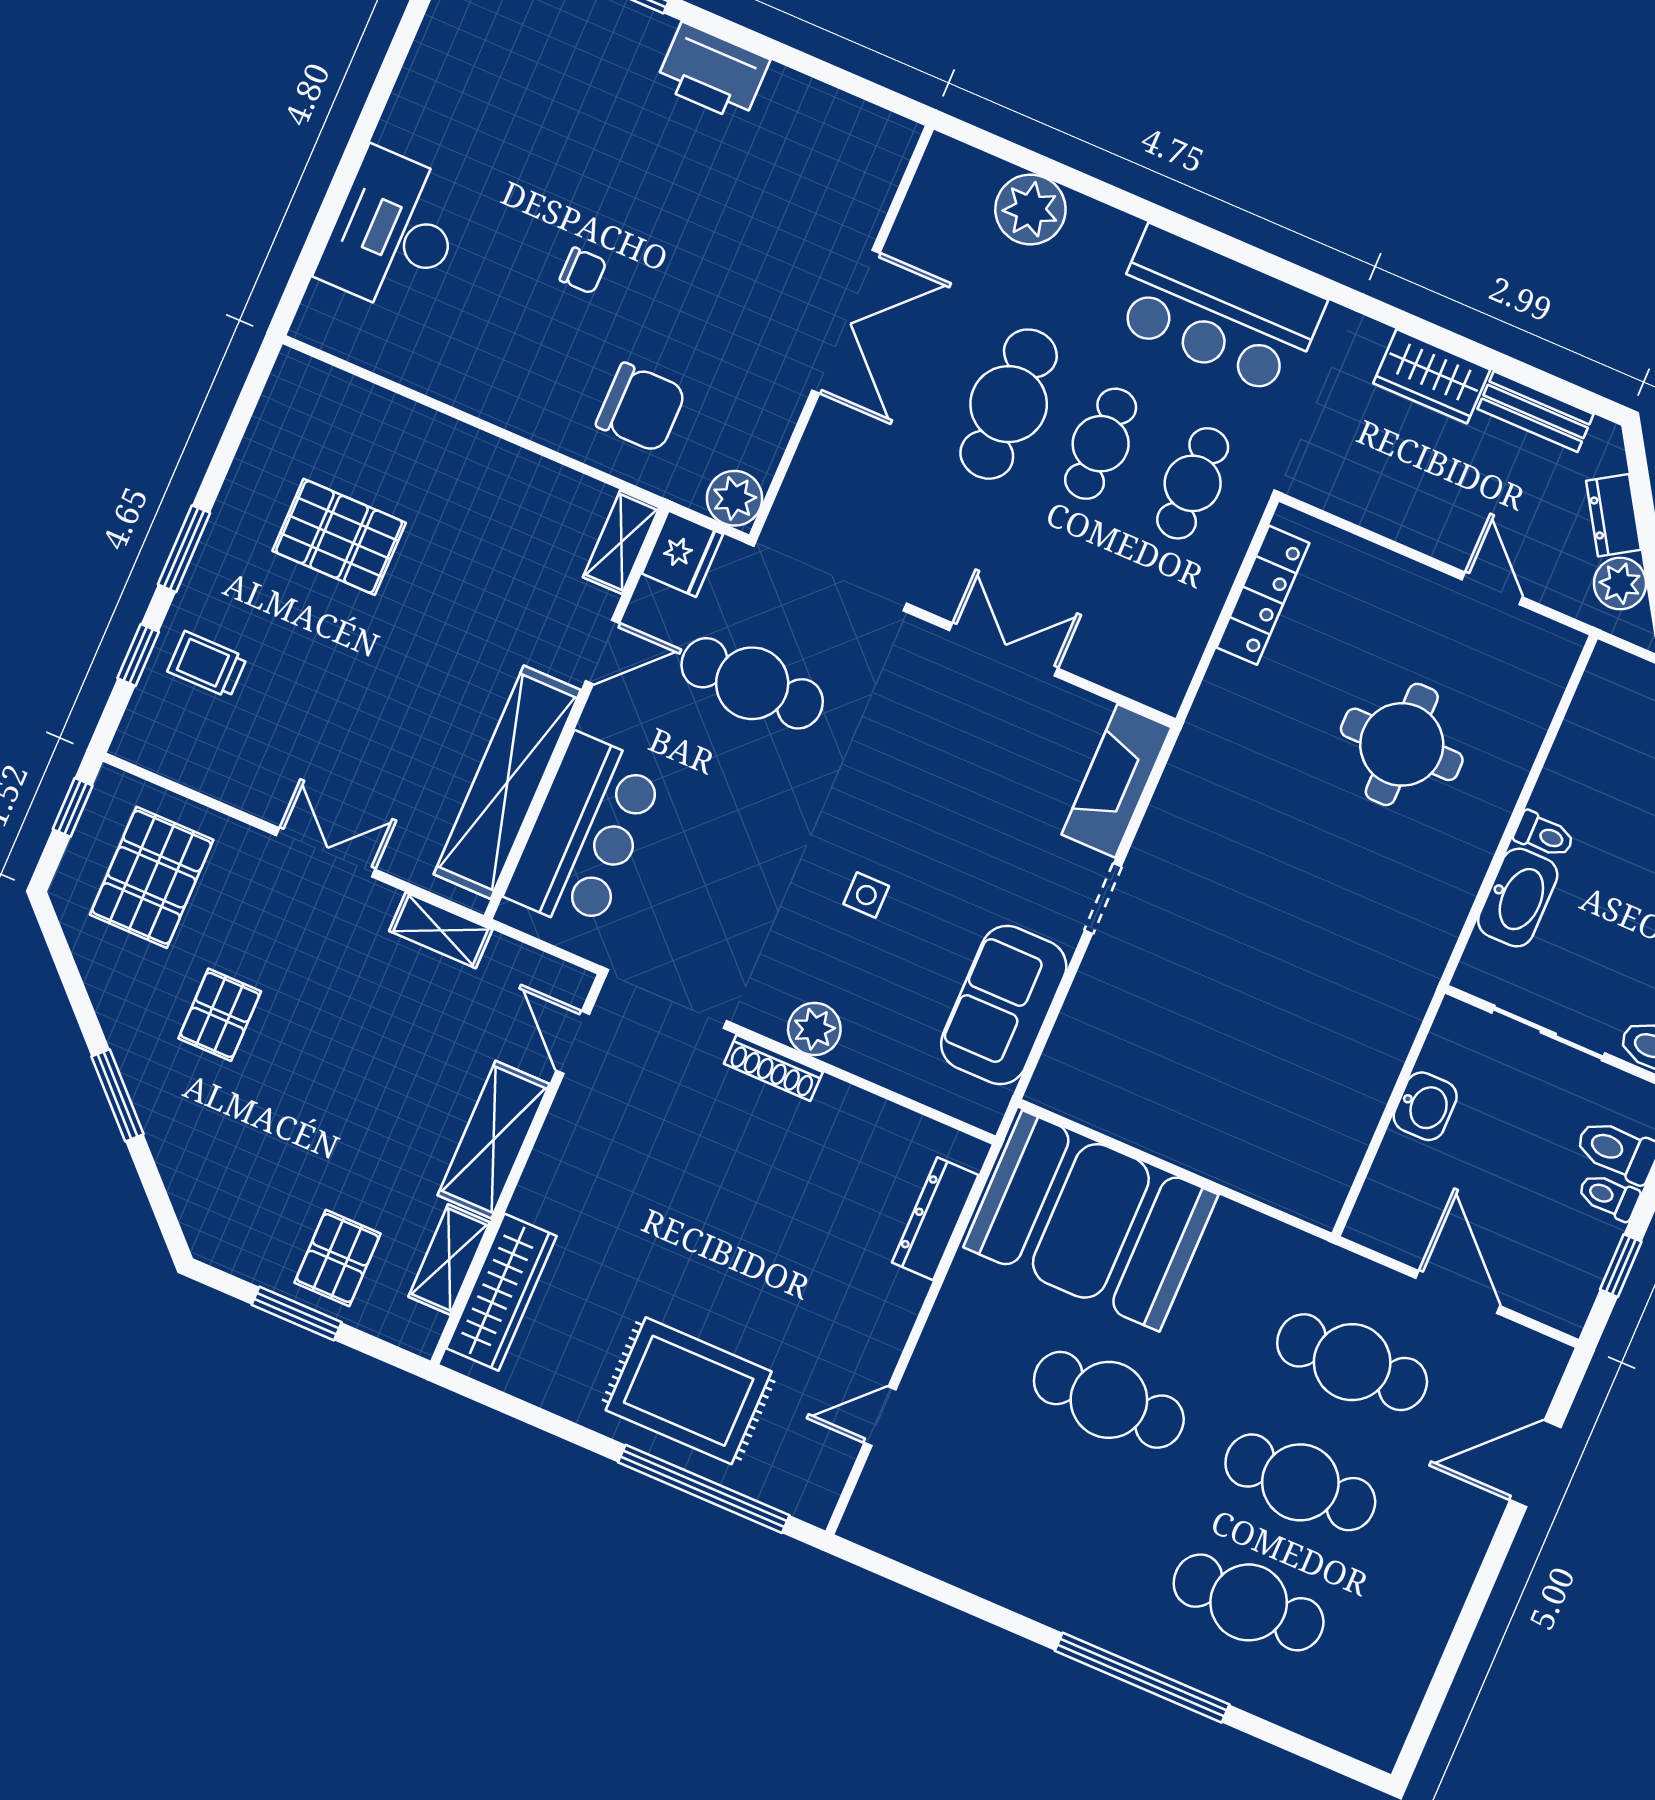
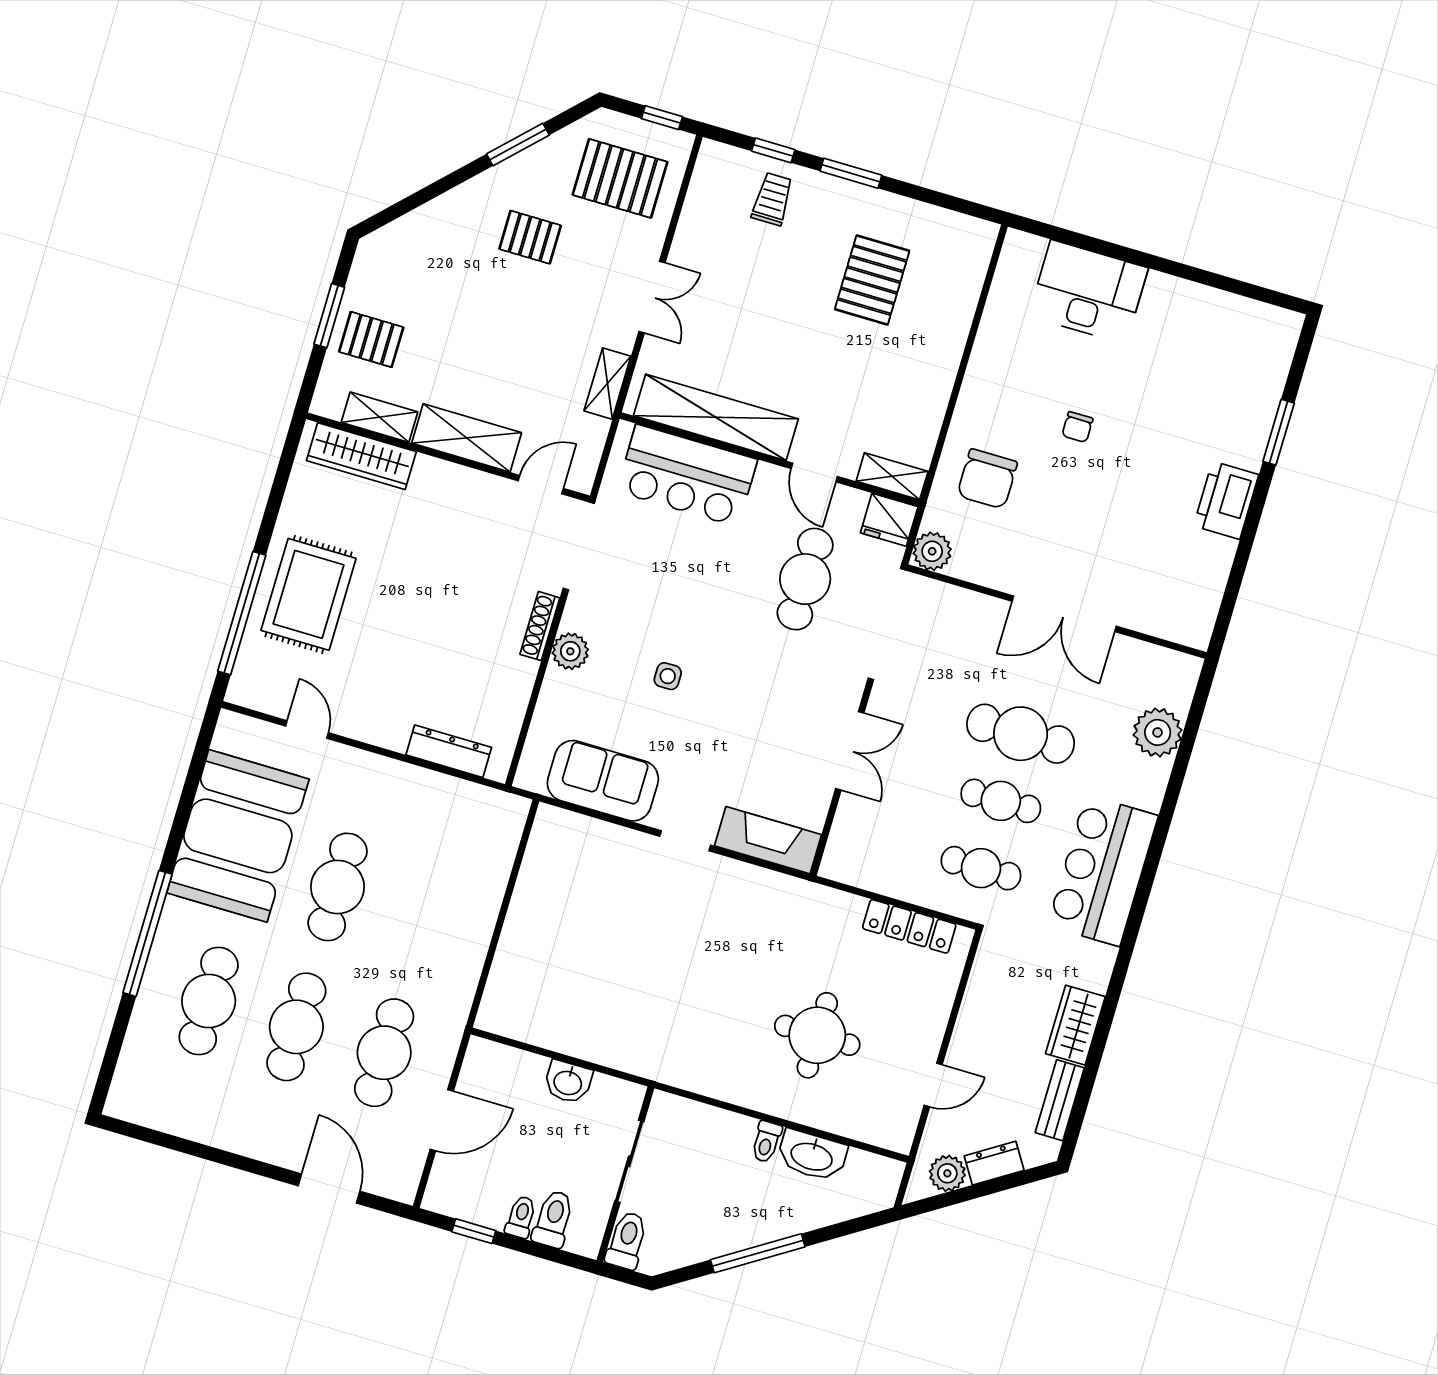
washbasin: (1518, 898) -> (812, 1156), moved
window: (118, 1095) -> (518, 145), moved
booth: (1091, 1221) -> (238, 836), moved

